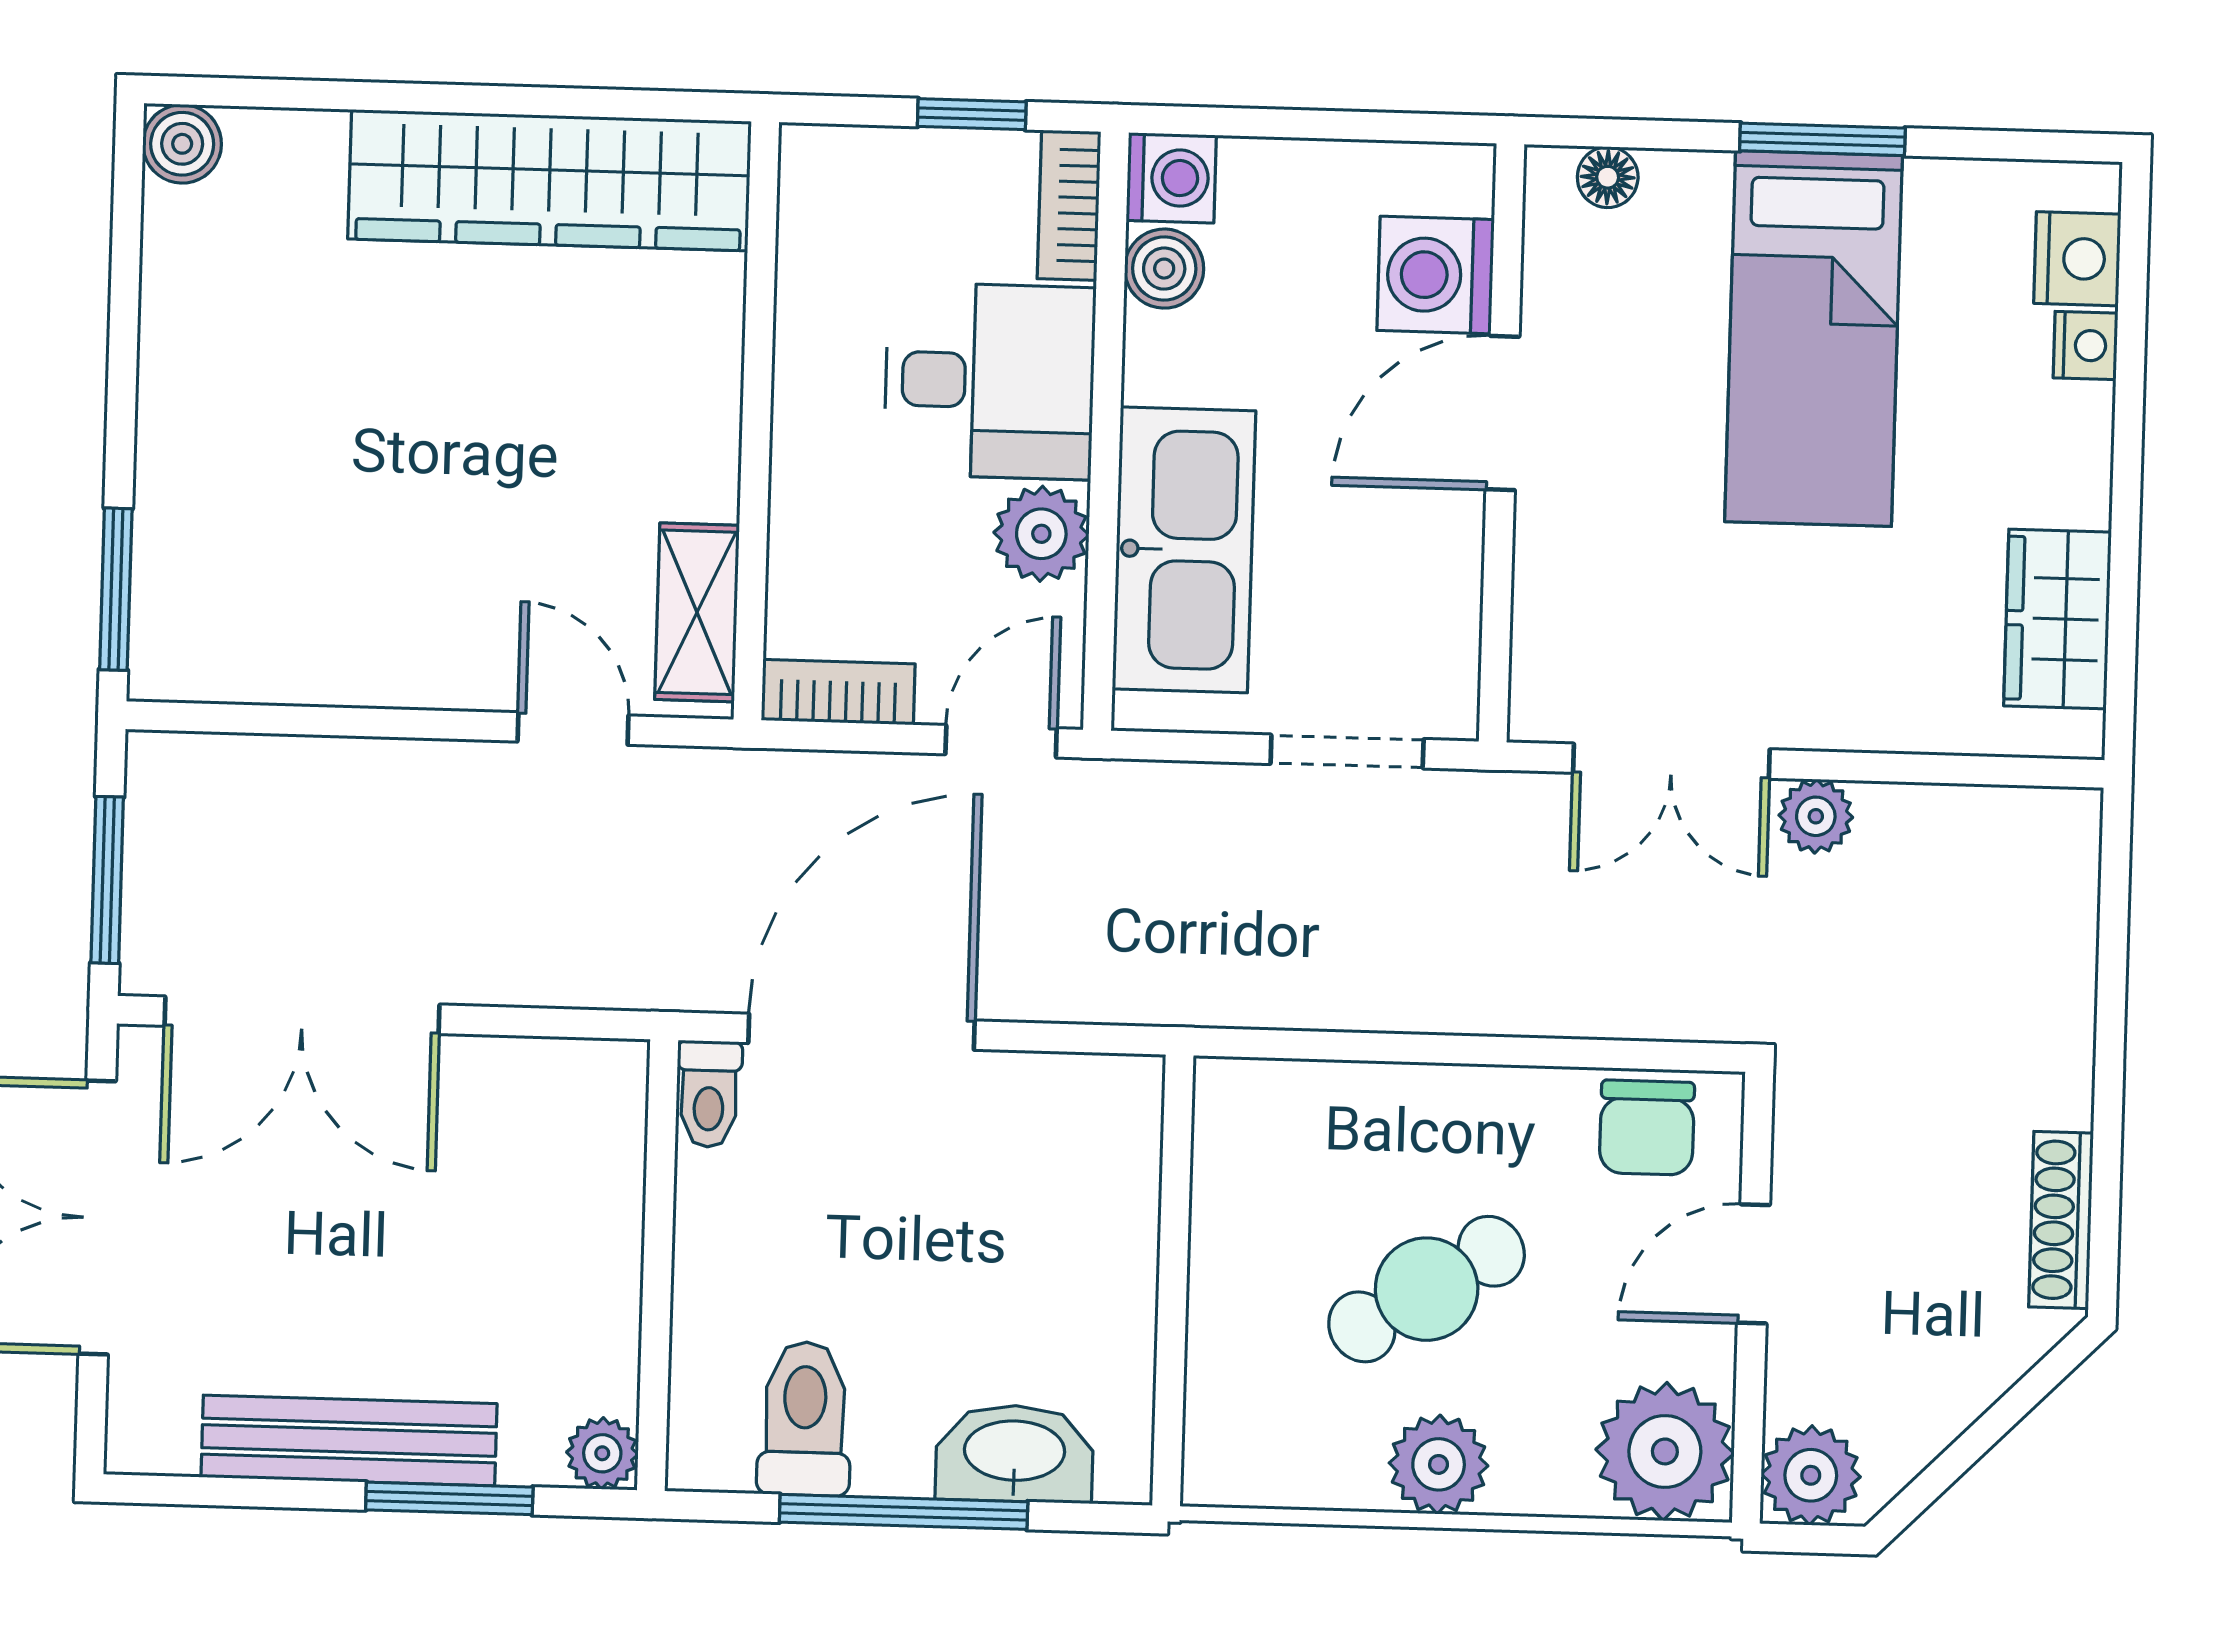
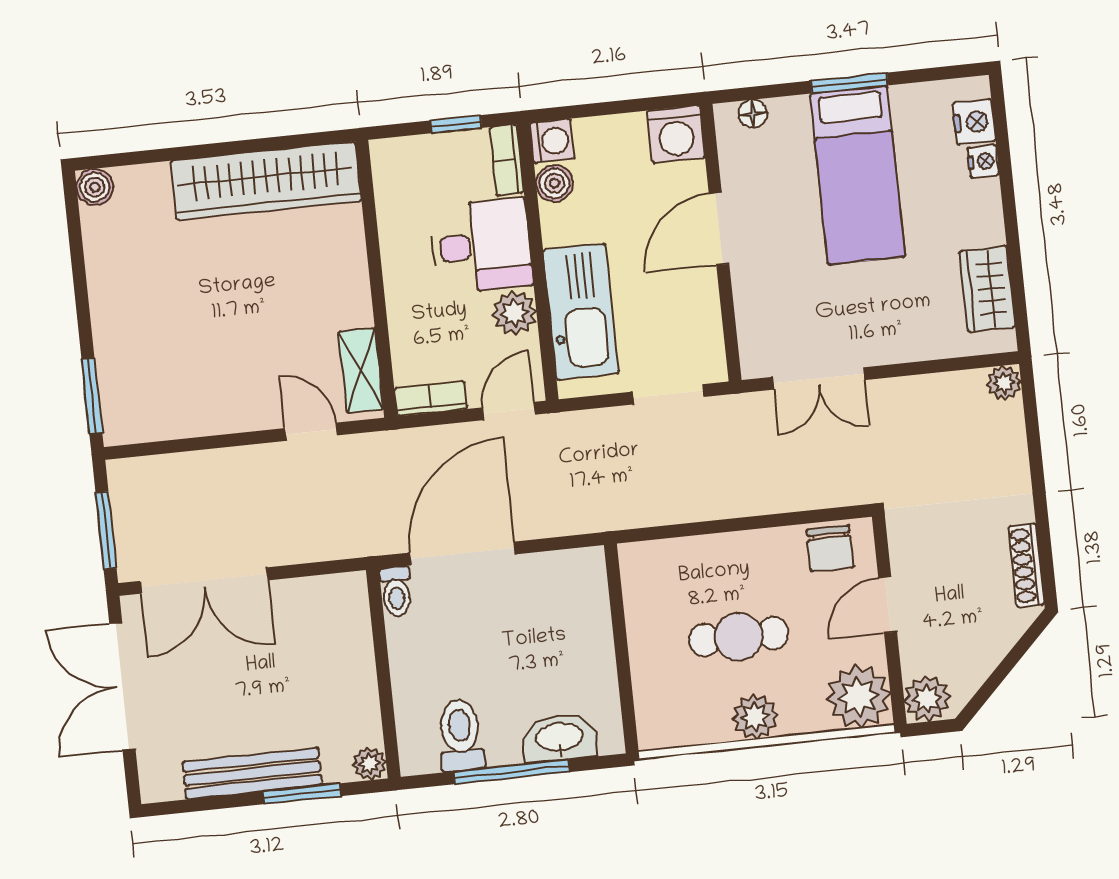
washing machine: (1436, 275) -> (676, 134), moved, turned -90
plant: (1816, 816) -> (1004, 383), moved
cafe table: (1427, 1289) -> (739, 637), turned 32

